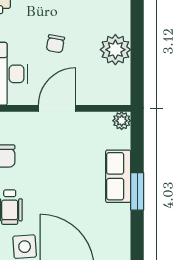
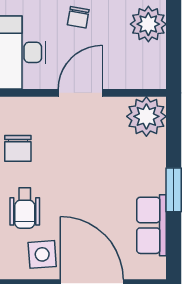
plant: (122, 121) -> (146, 116), width x1.87, depth x1.87
row of seats: (118, 176) -> (152, 225), moved

